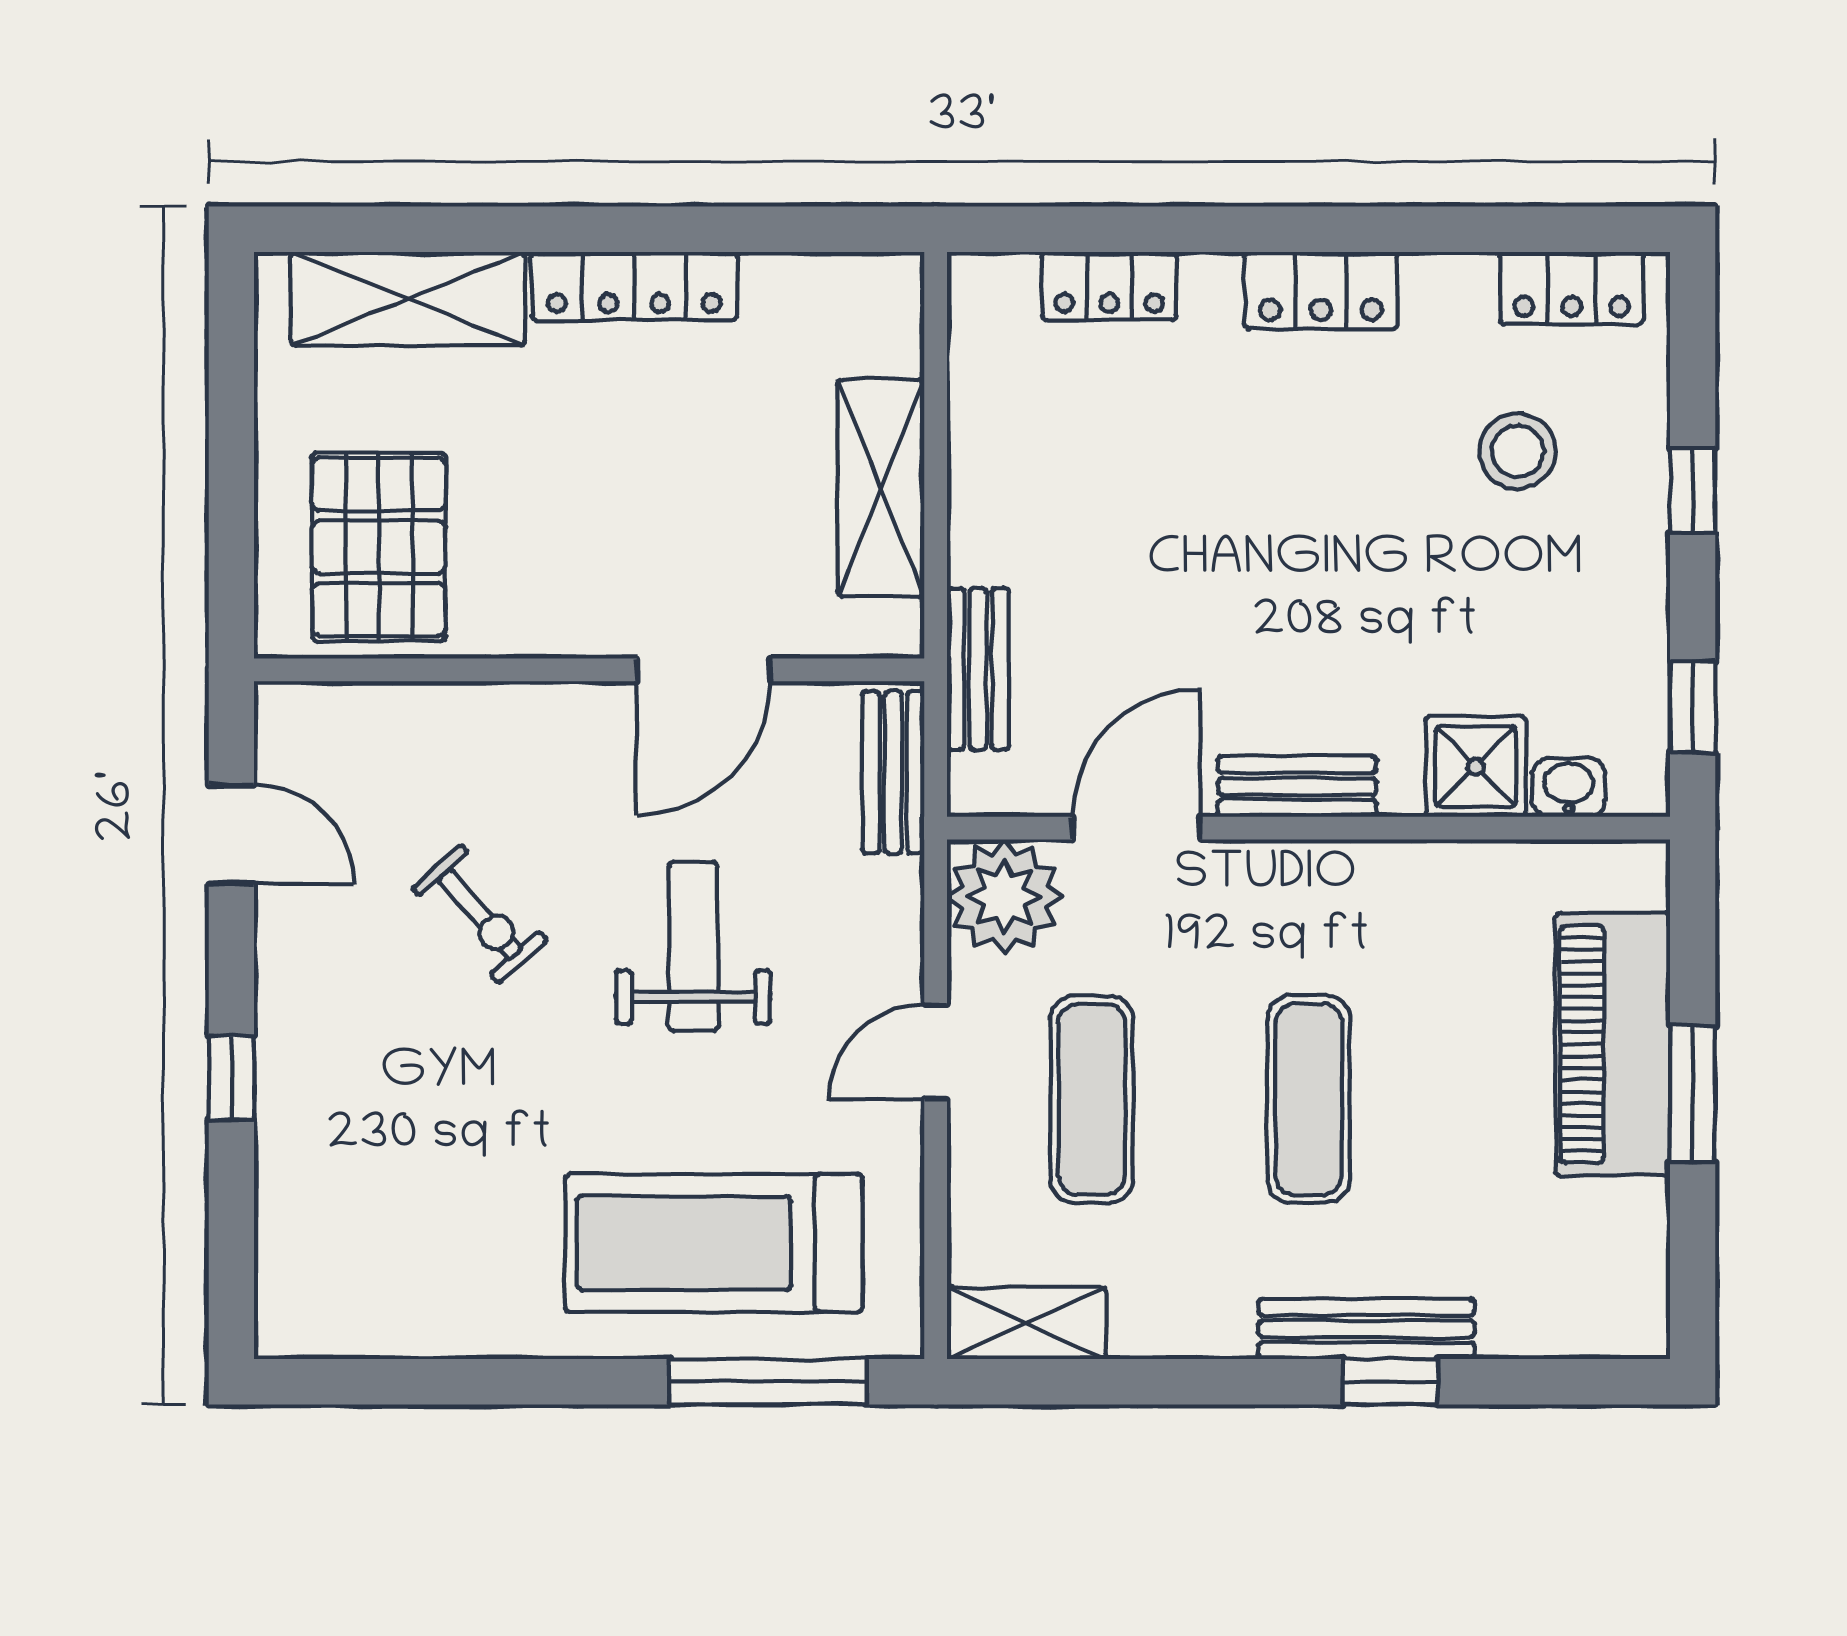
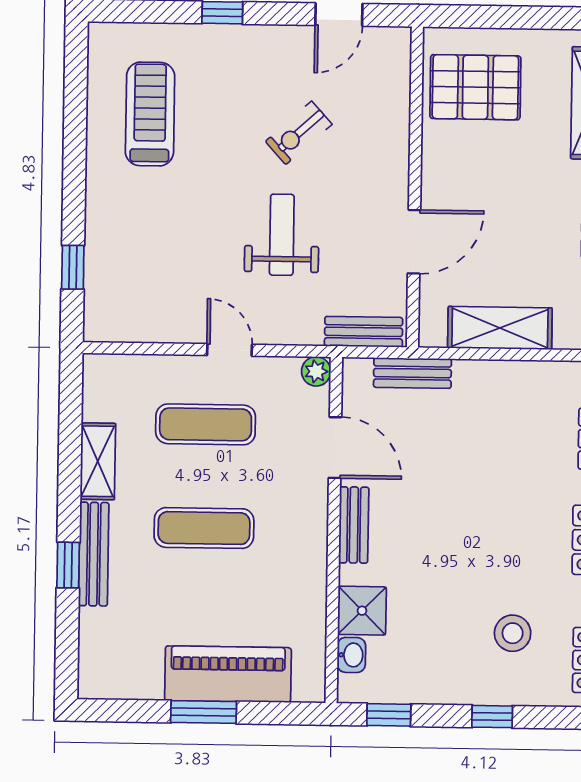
door: (704, 670) -> (414, 242), swing flipped
plant: (1004, 897) -> (316, 371), width x0.53, depth x0.53
weight bench: (693, 946) -> (282, 235), turned -90
treadmill: (714, 1243) -> (150, 114), moved, width x0.73, depth x0.73
shelving: (1027, 1323) -> (98, 461), moved
window: (768, 1382) -> (73, 267), width x0.46

